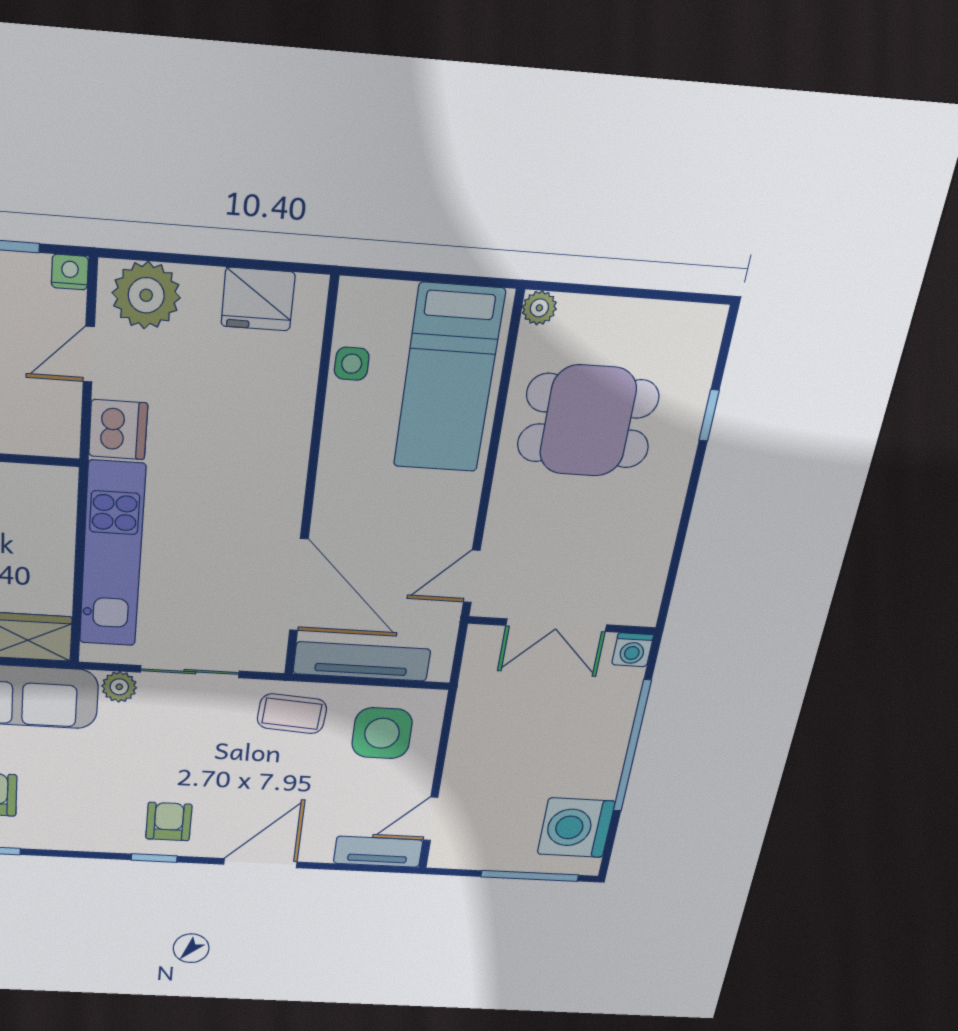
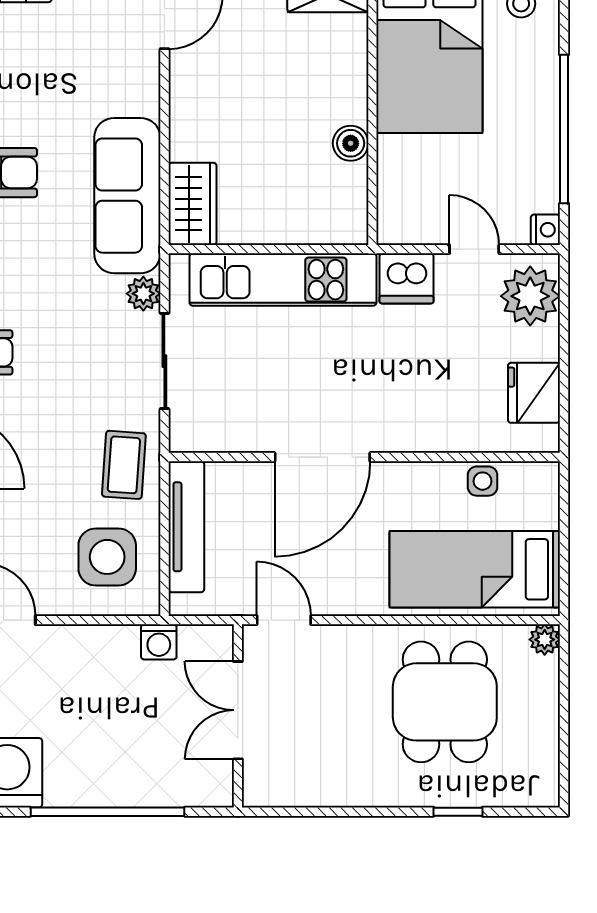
door: (299, 585) -> (322, 457), moved
washing machine: (633, 650) -> (159, 642), moved, turned -90

